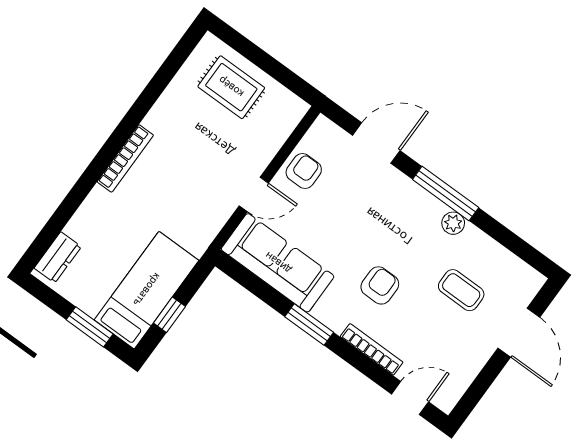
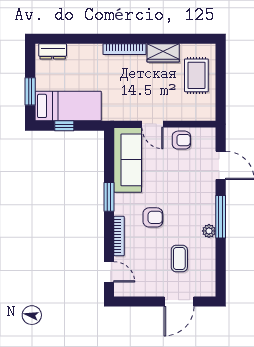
wardrobe: (168, 110) -> (163, 53), added

